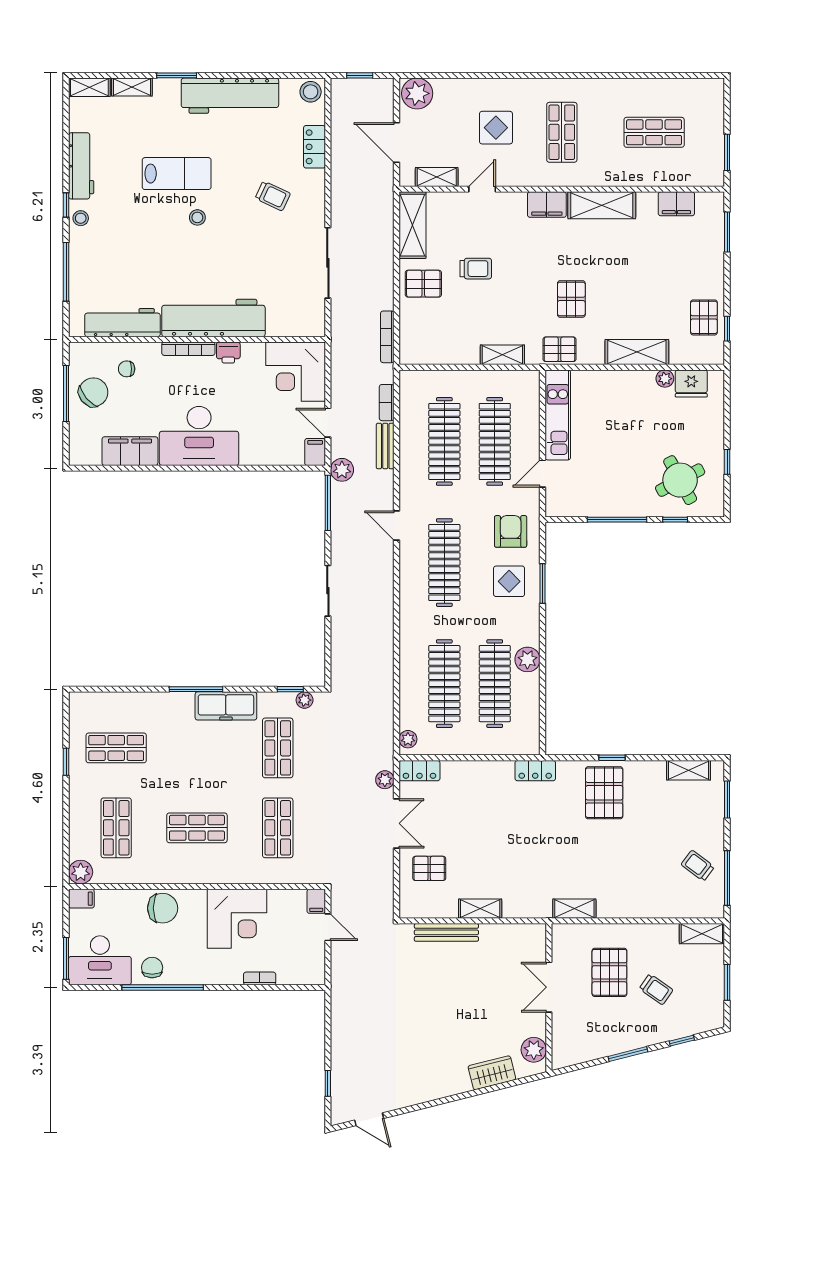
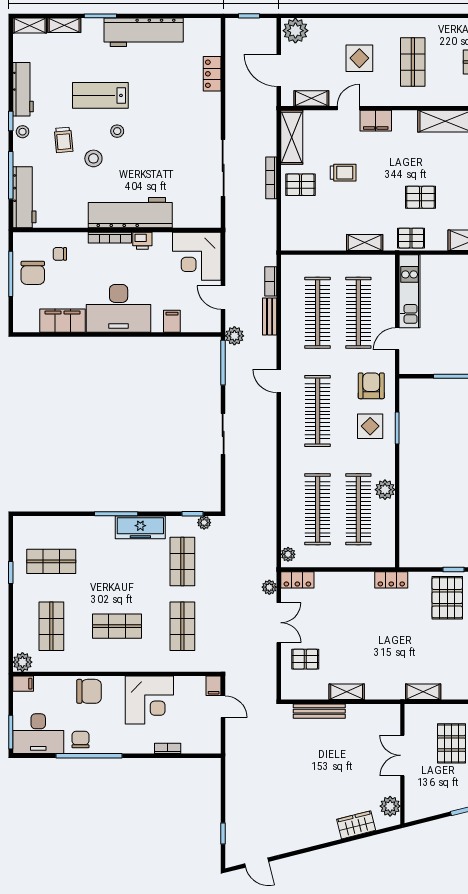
stool: (311, 92) -> (93, 158), moved
lab bench: (177, 174) -> (100, 95), turned 180
trolley: (273, 196) -> (64, 140), moved, turned 60
filing cabinet: (547, 205) -> (376, 121), moved
pallet: (571, 299) -> (421, 197), turned 90
workbench: (122, 323) -> (24, 197), moved, turned 90
bookcase: (387, 337) -> (271, 178), moved
chair: (93, 392) -> (33, 273), turned 130
filing cabinet: (315, 452) -> (172, 321), moved

